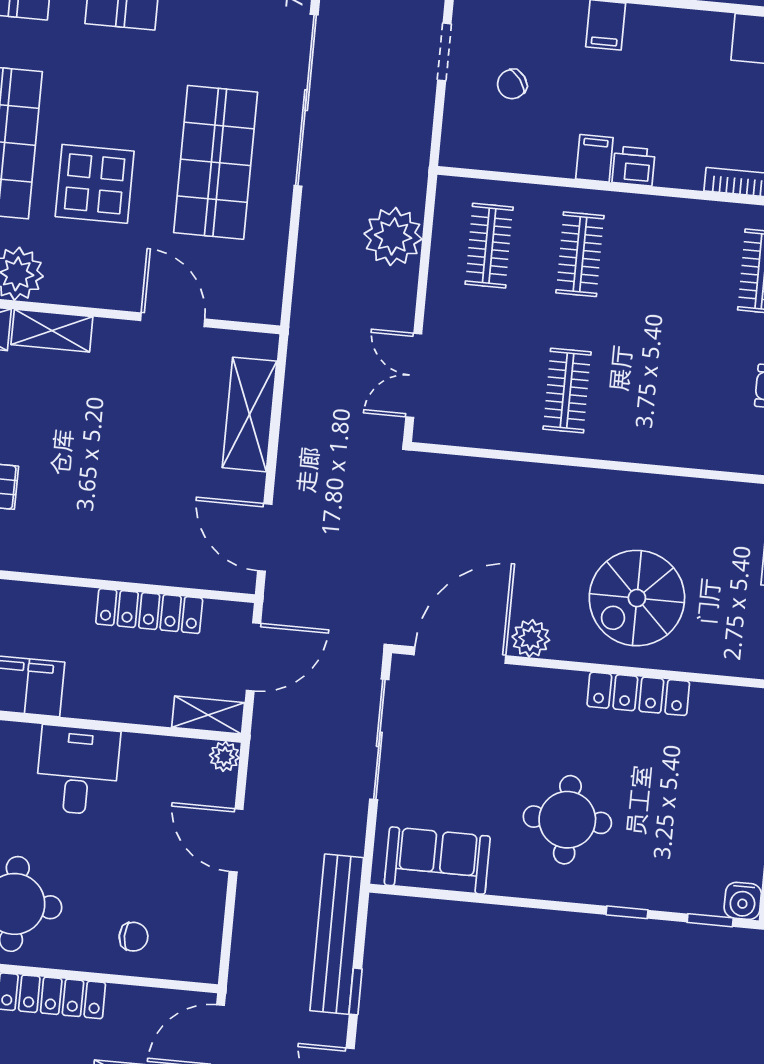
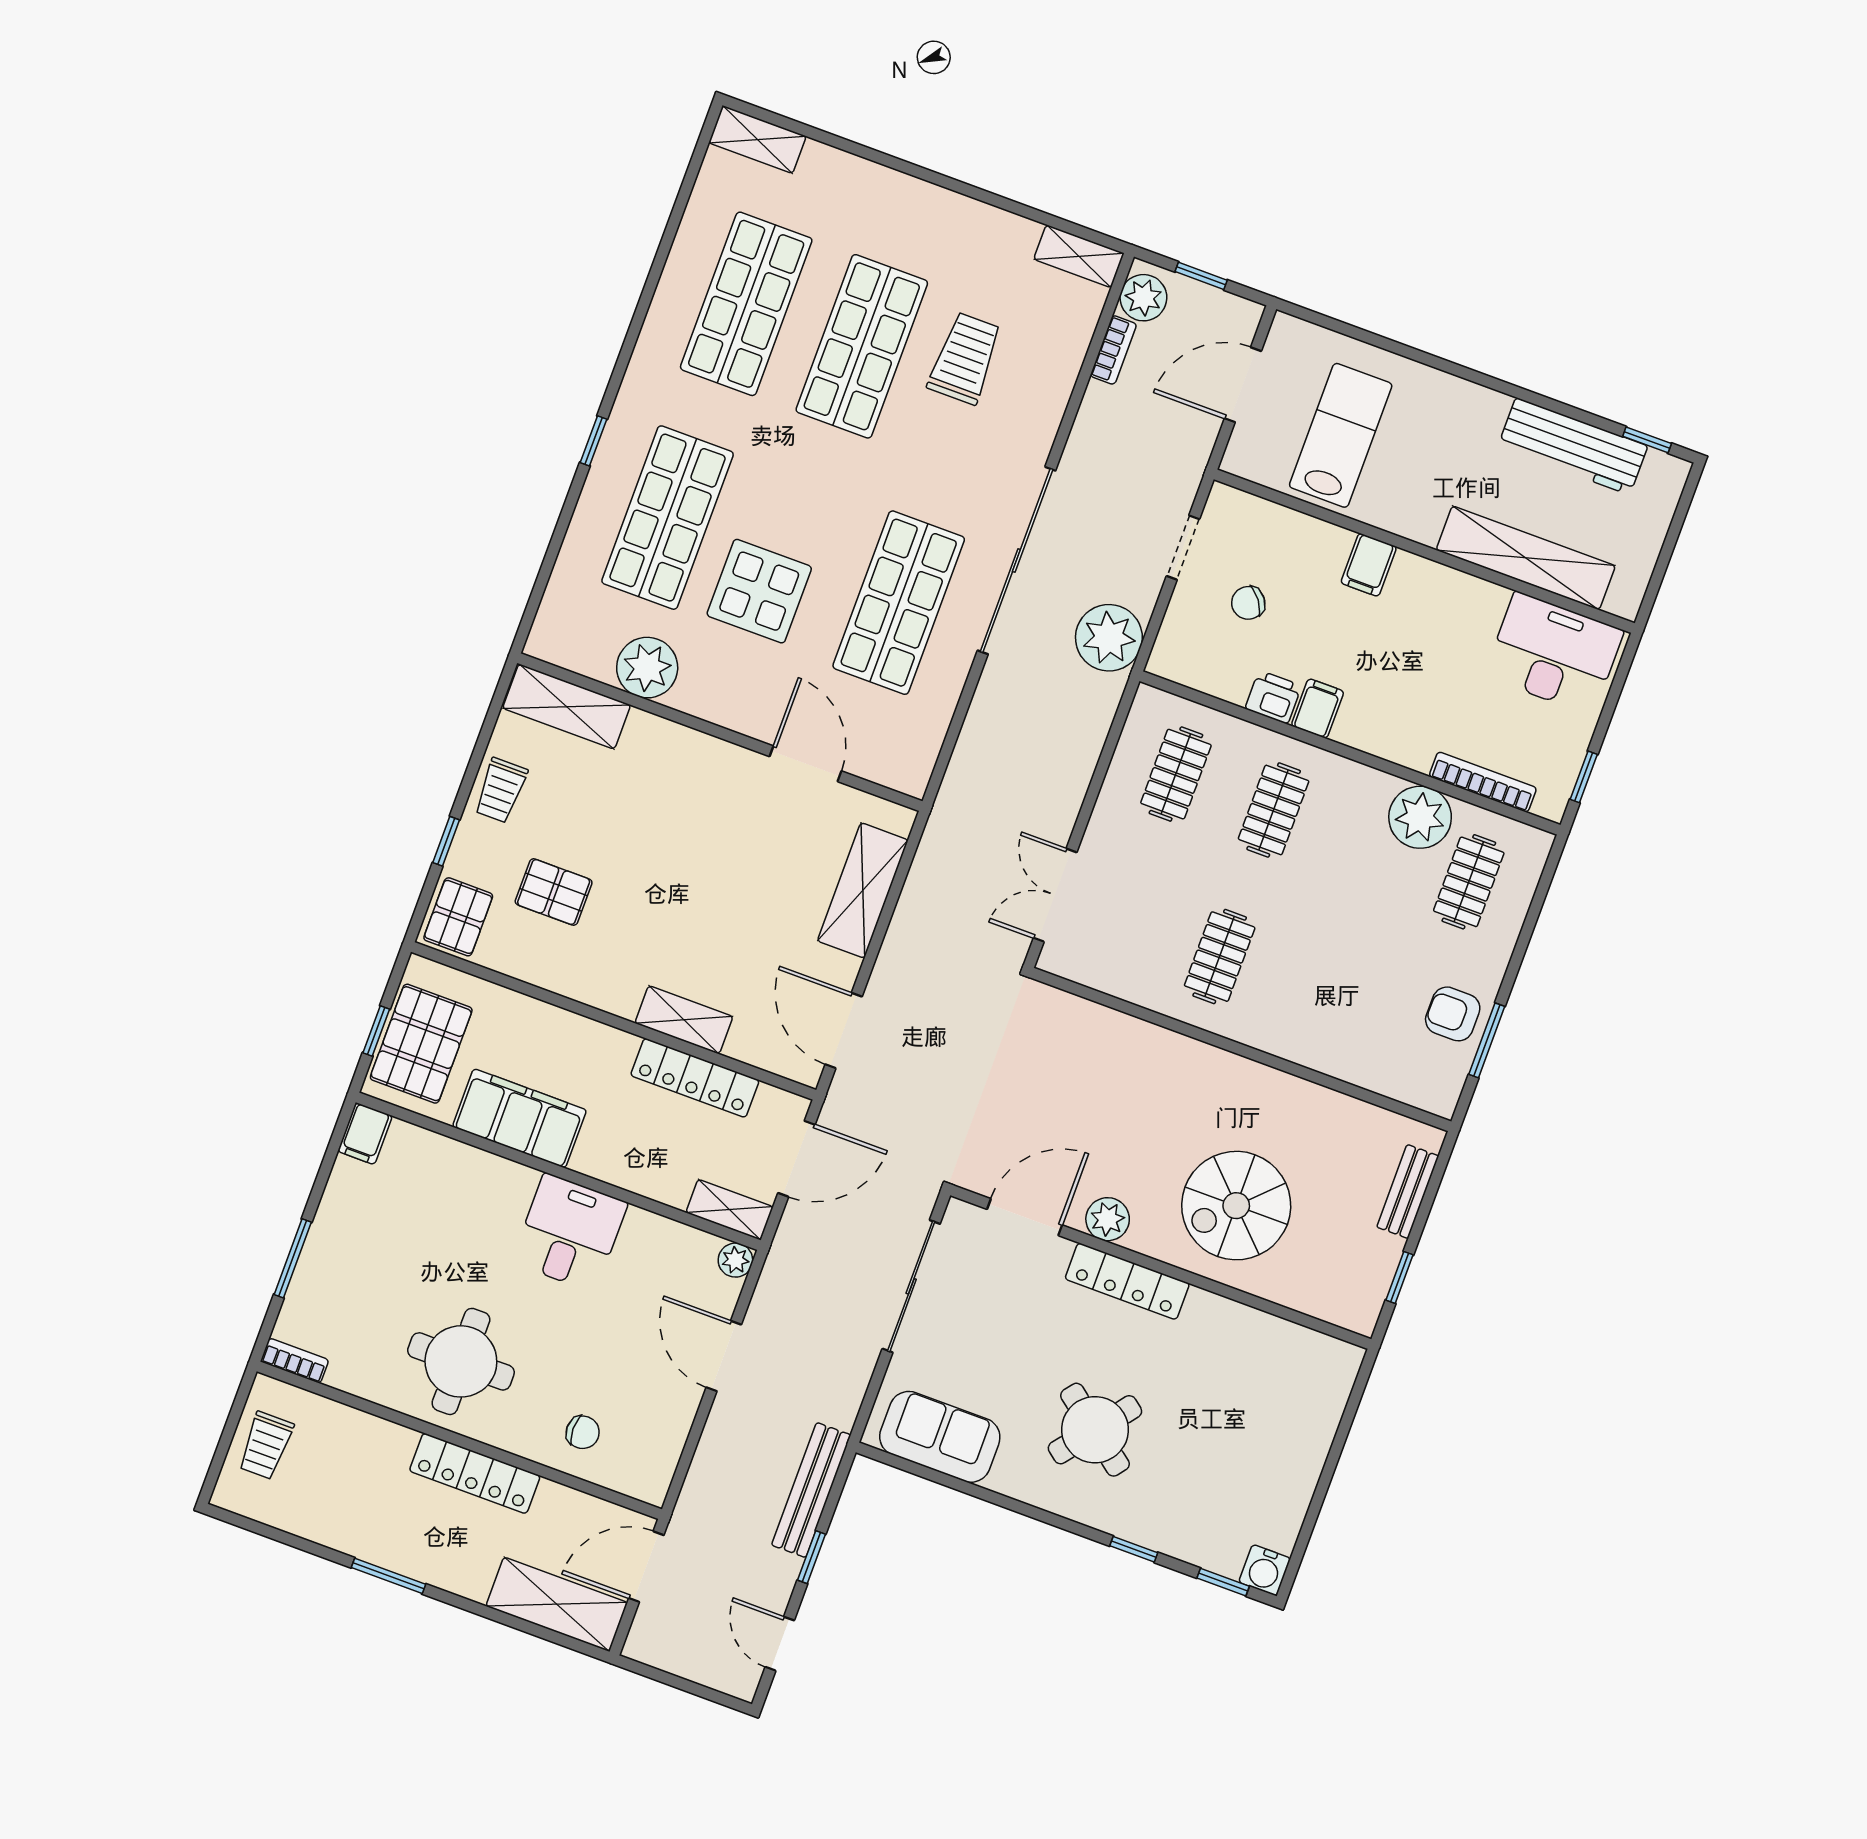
printer: (634, 166) -> (1273, 697), moved
plant: (706, 228) -> (1420, 817), added
plant: (393, 236) -> (1109, 638), moved
shelving: (52, 331) -> (684, 1020), moved
door: (460, 655) -> (1025, 1217), width x0.73
locker: (638, 694) -> (1127, 1281), moved
round table: (567, 820) -> (1095, 1430), turned 38
bench: (337, 934) -> (811, 1490), width x0.73, depth x0.82

